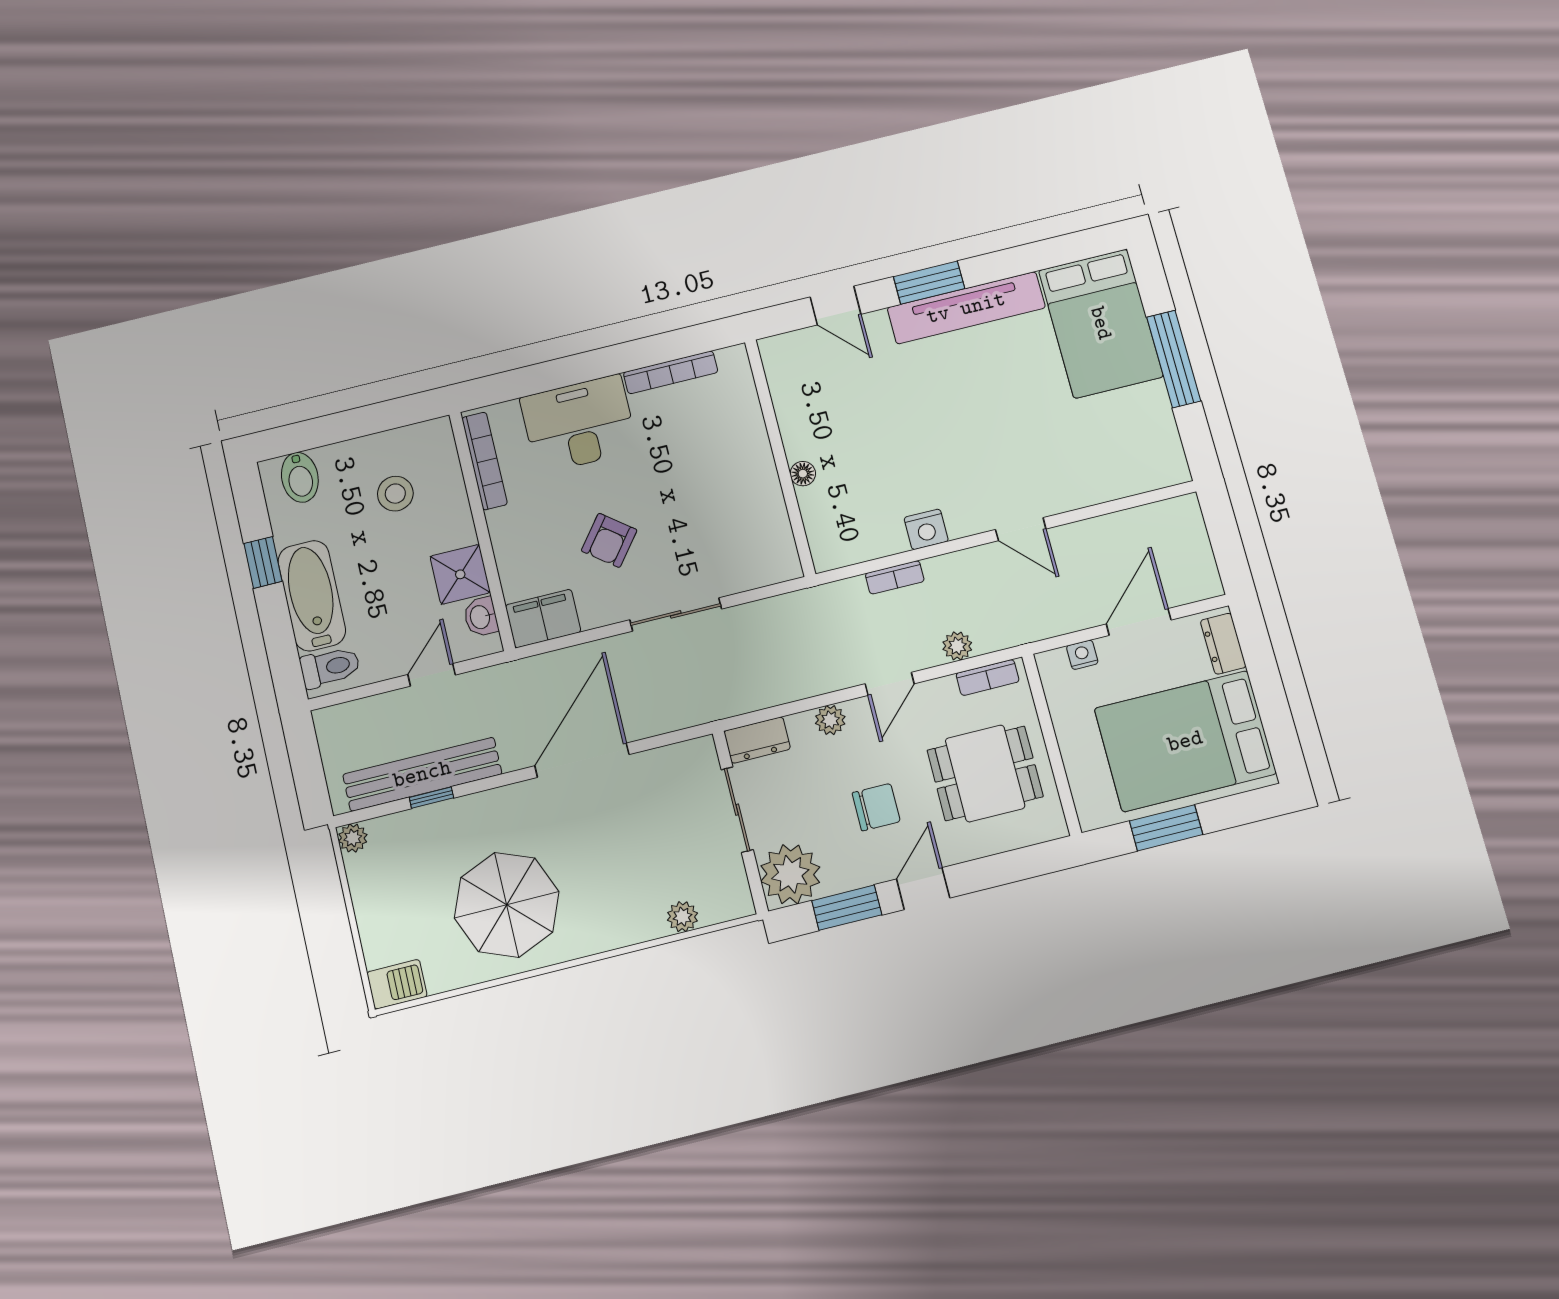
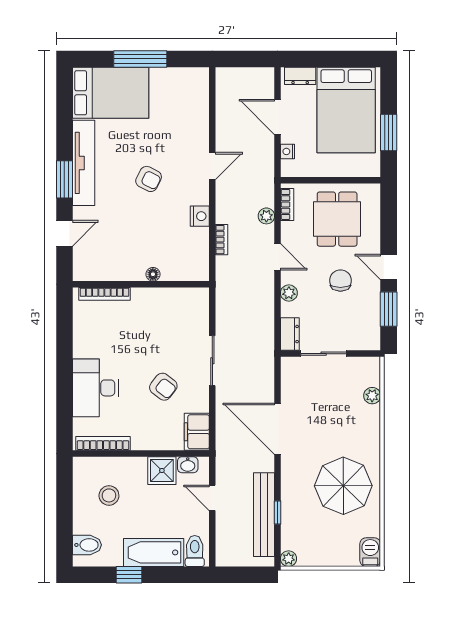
bookcase: (671, 372) -> (104, 294), moved, turned 90
armchair: (968, 425) -> (149, 179), added
plant: (790, 874) -> (364, 334), removed

